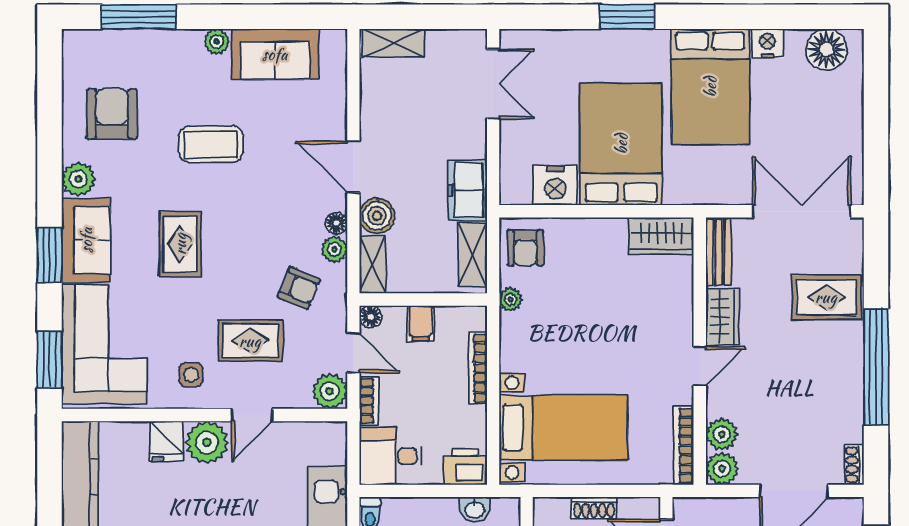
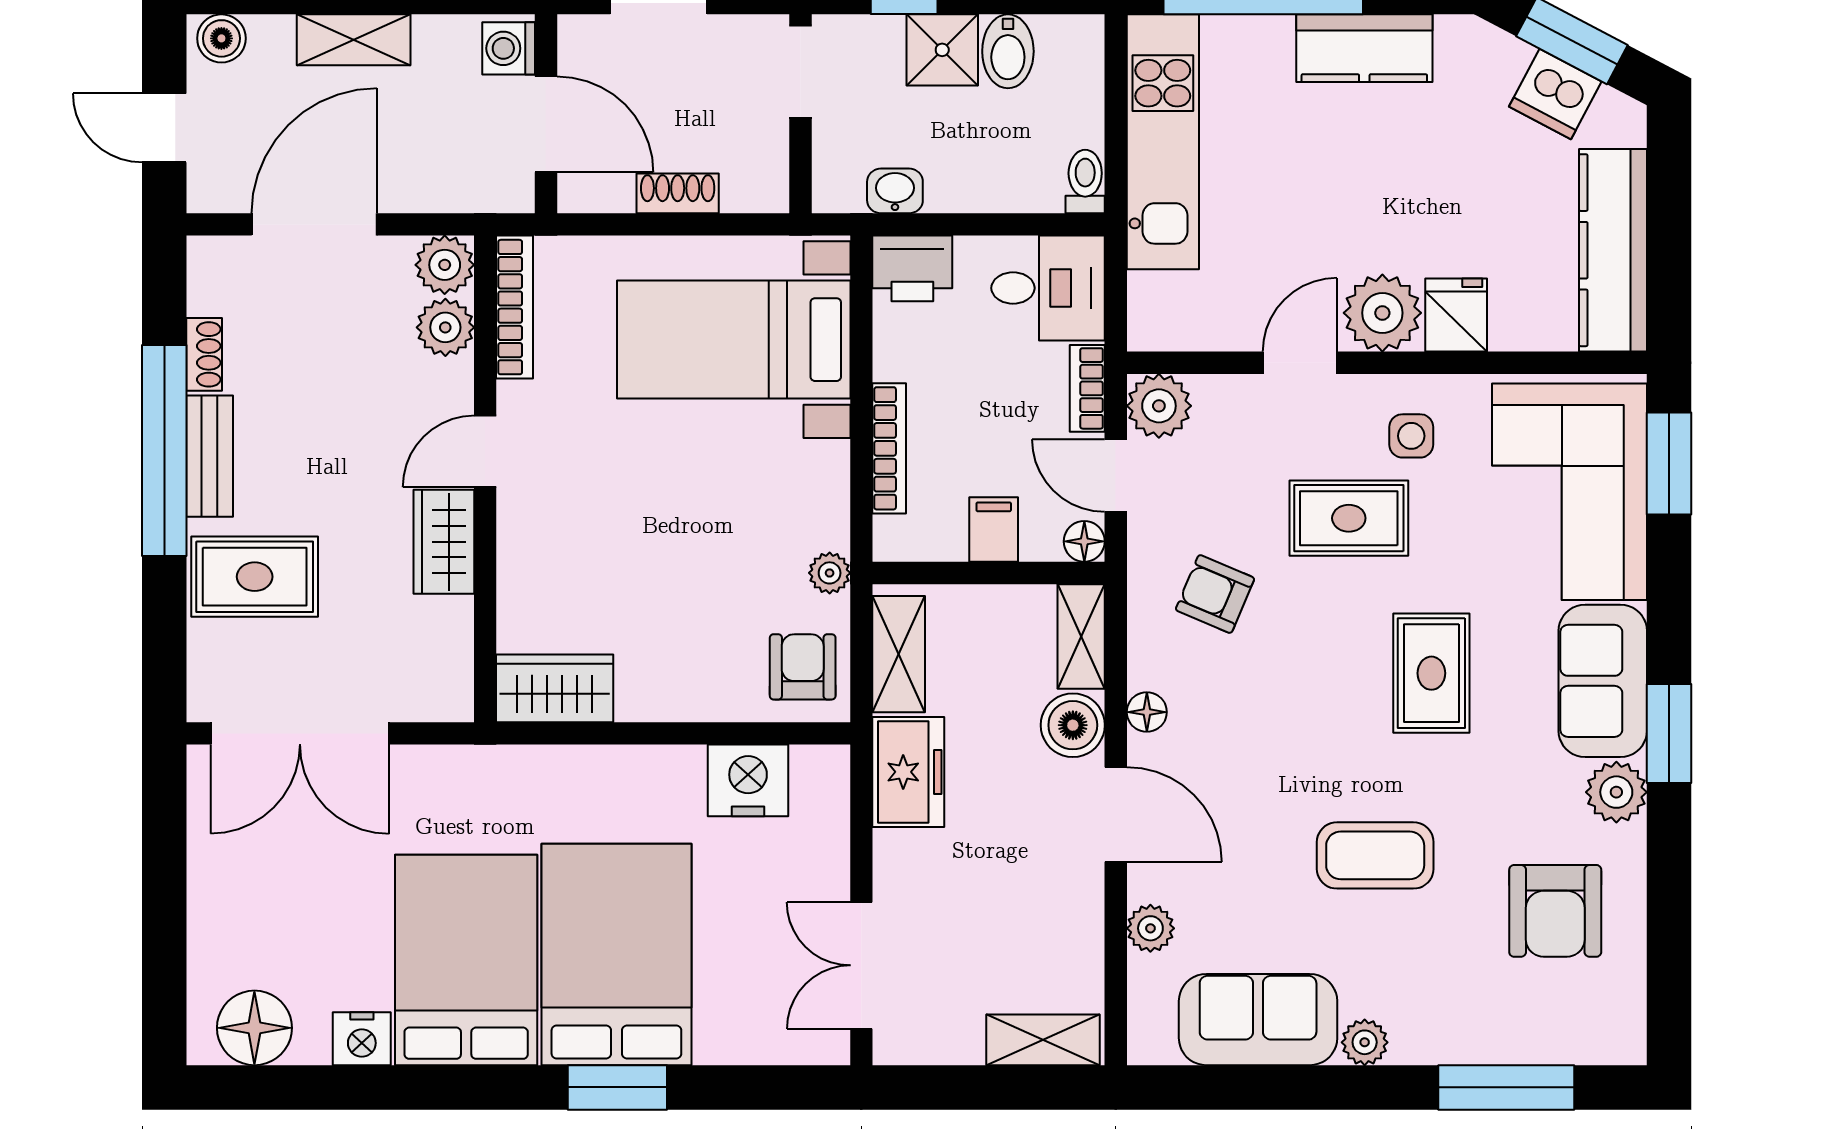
bed: (621, 144) -> (616, 954), moved, turned 180
plant: (334, 249) -> (1150, 928), moved
bench: (719, 252) -> (210, 456), moved
window: (49, 255) -> (1669, 733), moved
rug: (250, 341) -> (1349, 518), moved
shoe rack: (854, 465) -> (204, 354), moved

